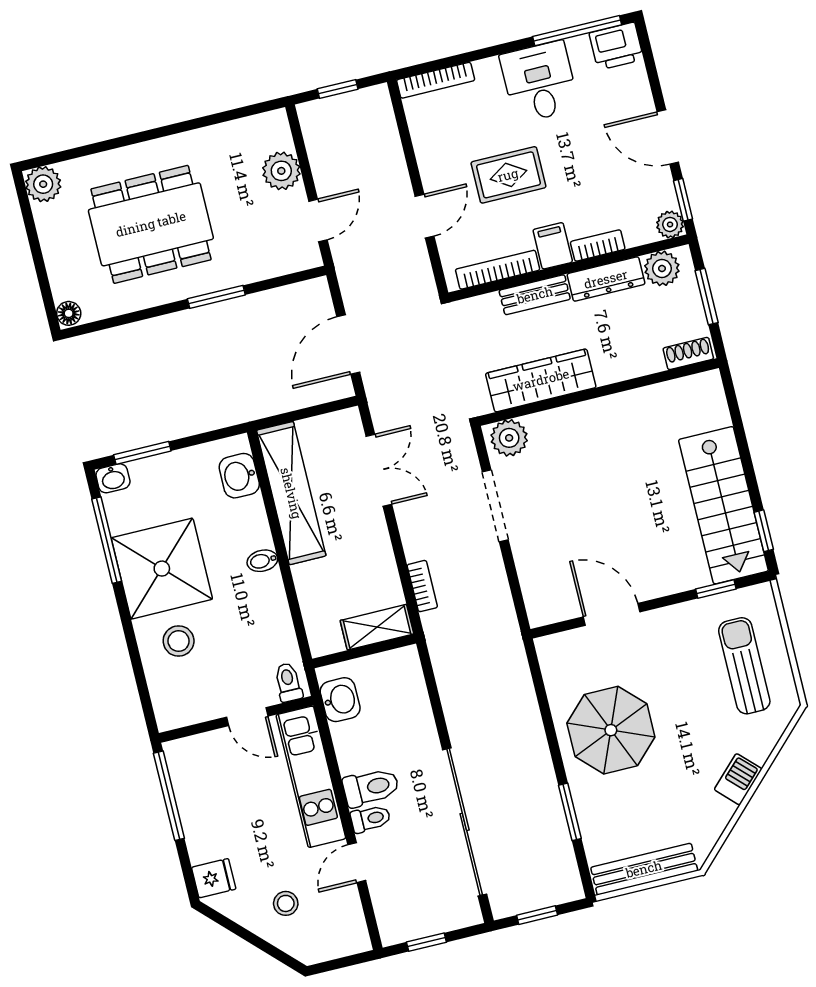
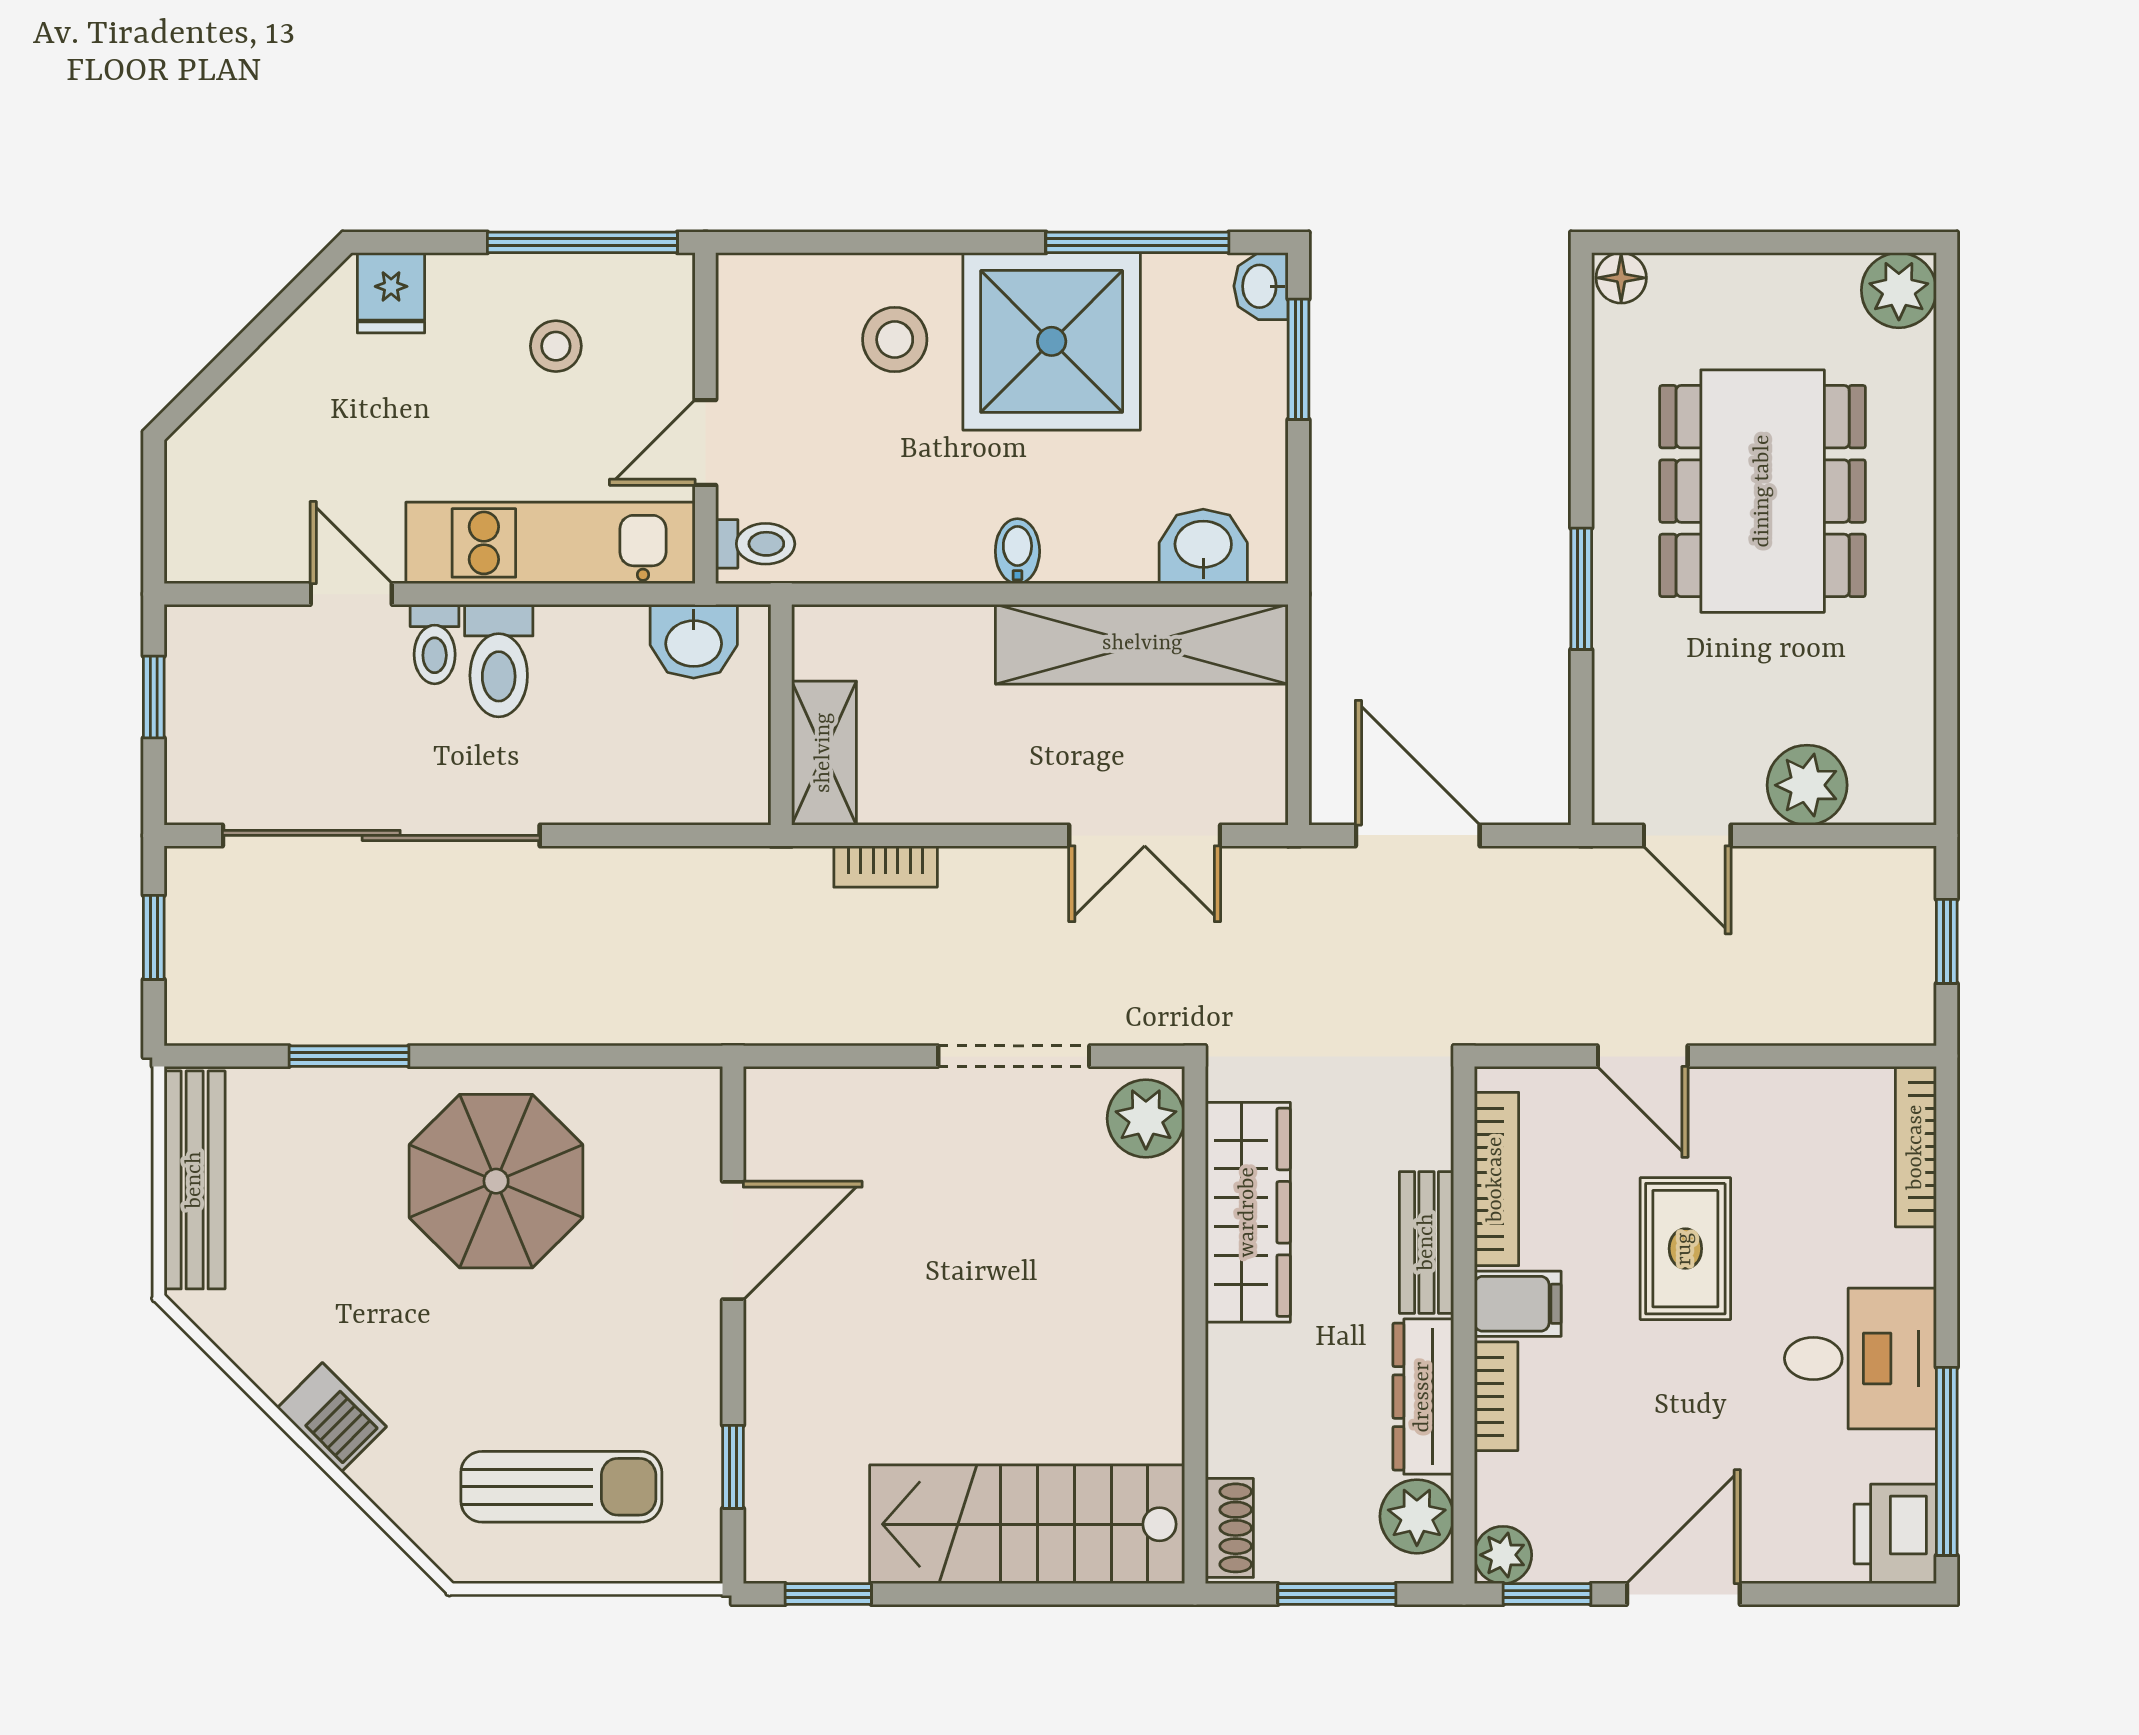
stairs: (723, 505) -> (1027, 1524), moved
stool: (286, 903) -> (556, 346), moved

